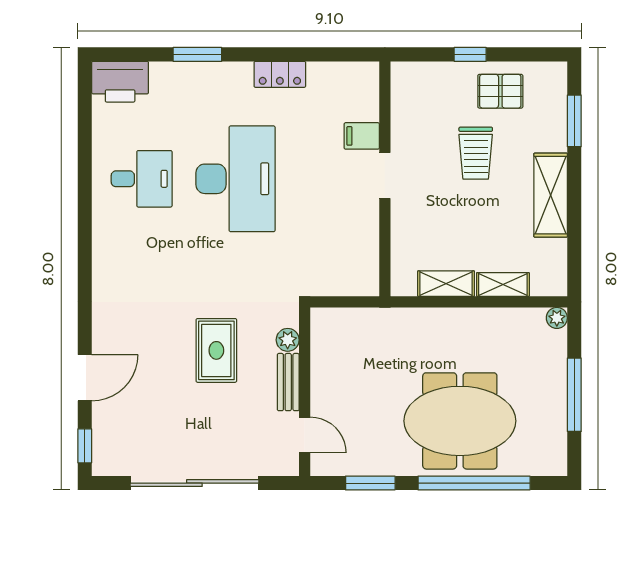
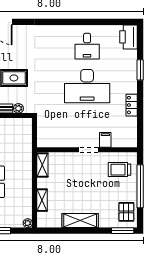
window: (470, 54) -> (140, 186), width x3.17
pallet: (500, 91) -> (126, 212), moved
window: (574, 121) -> (123, 231), moved
trolley: (476, 153) -> (119, 170), moved
shelving: (446, 284) -> (42, 165), moved

